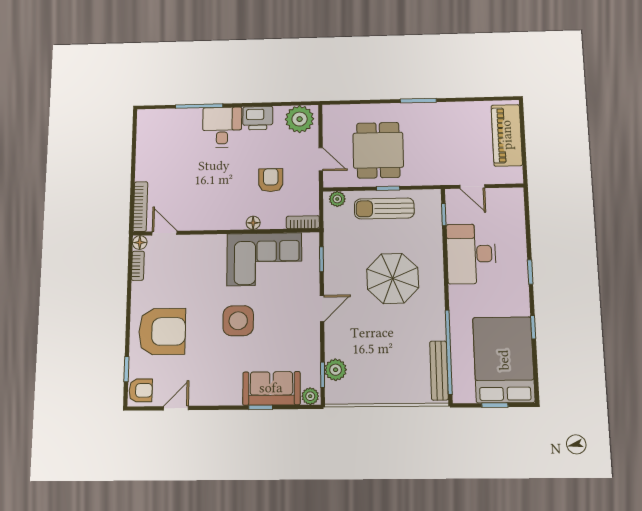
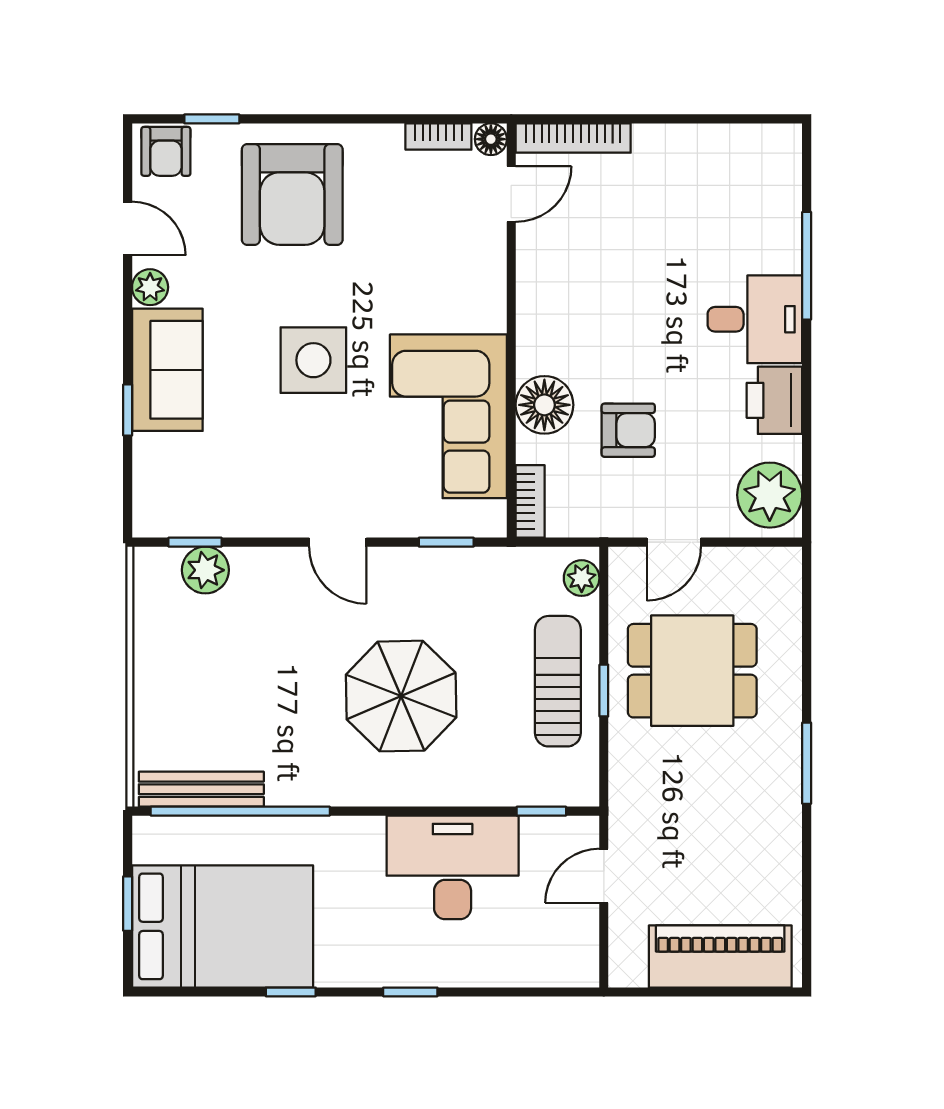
floor lamp: (253, 223) -> (544, 405), width x1.89, depth x1.89
sofa: (271, 388) -> (167, 370), moved
plant: (310, 396) -> (150, 287), moved

